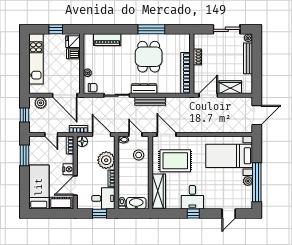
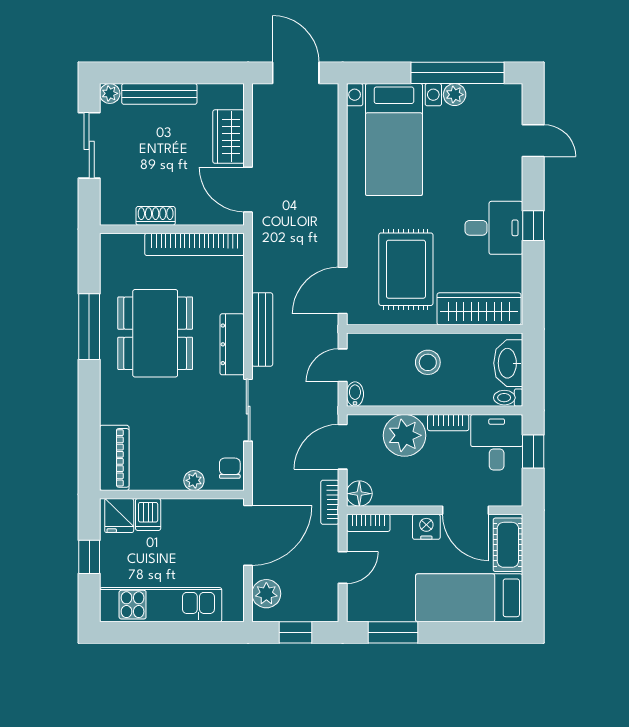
piano: (107, 40) -> (114, 458), moved
dining table: (149, 57) -> (155, 333), width x1.37
stool: (139, 155) -> (428, 362), moved

